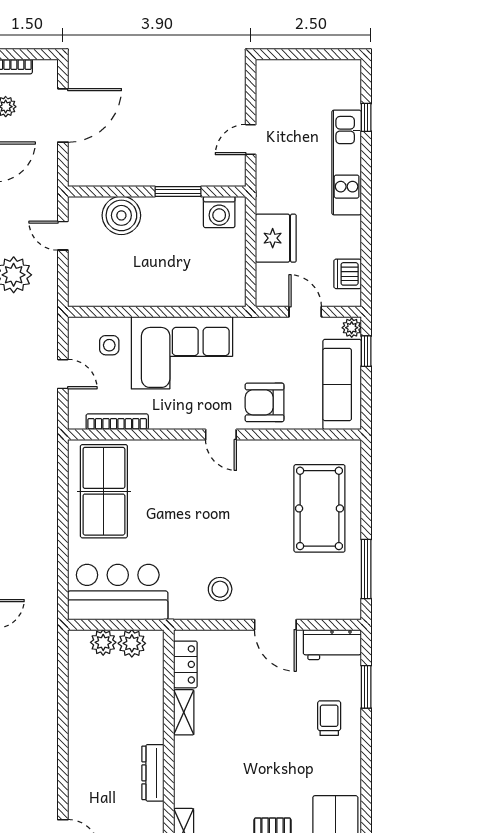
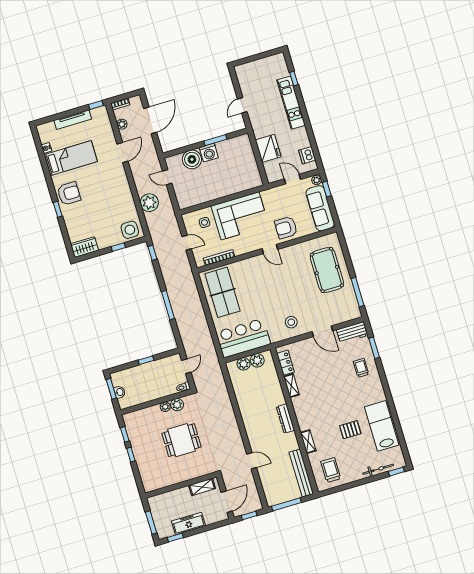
washing machine: (219, 212) -> (209, 153), moved

